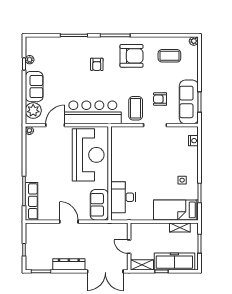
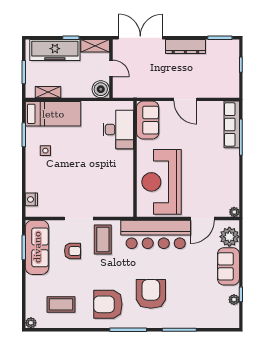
armchair: (97, 64) -> (151, 294), width x1.88, depth x1.88
boiler: (137, 230) -> (101, 89), added

